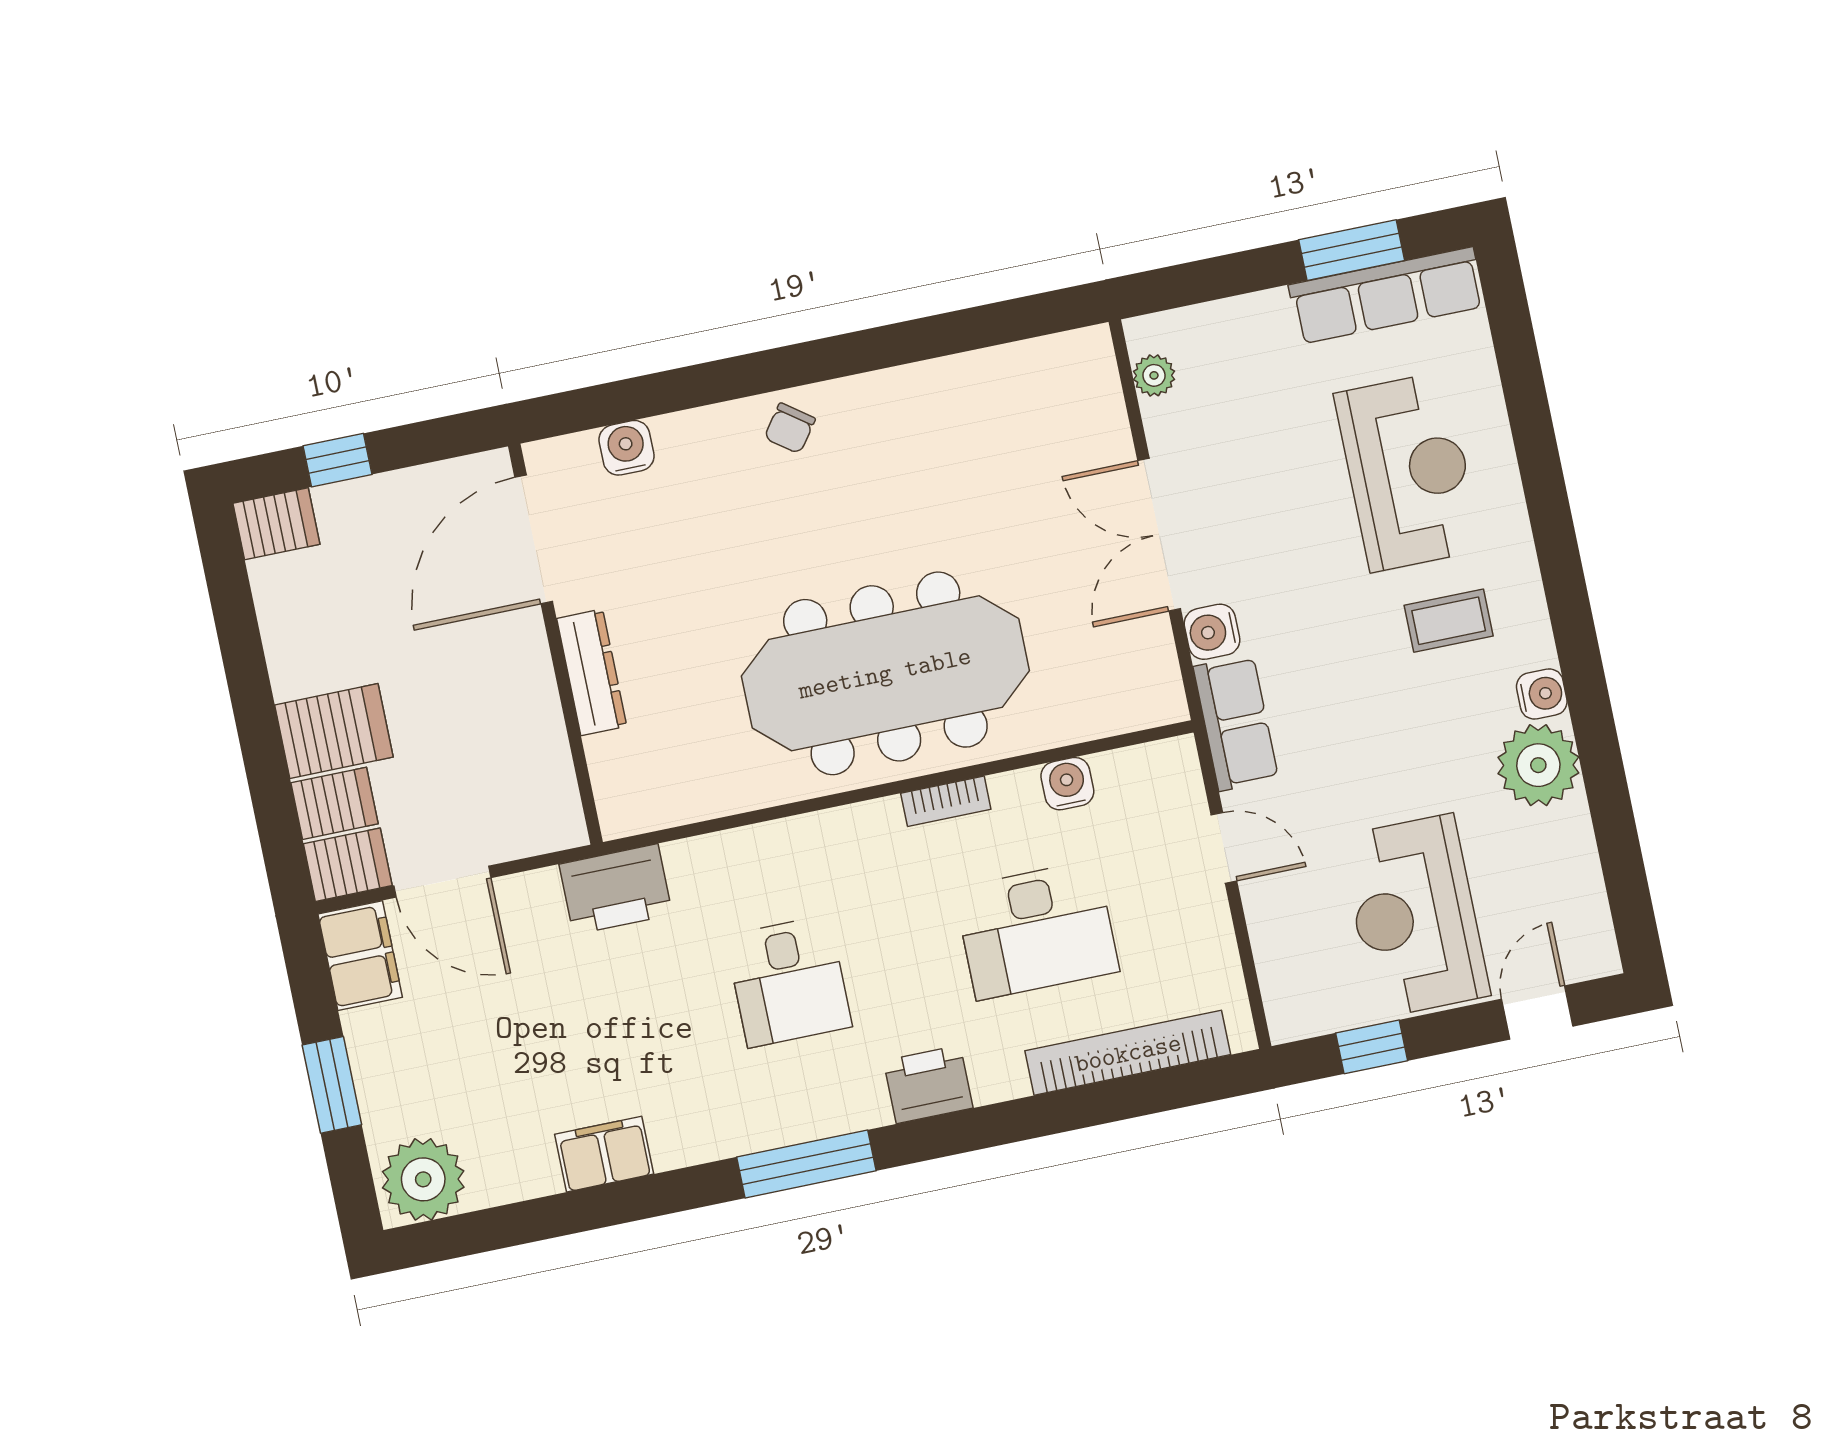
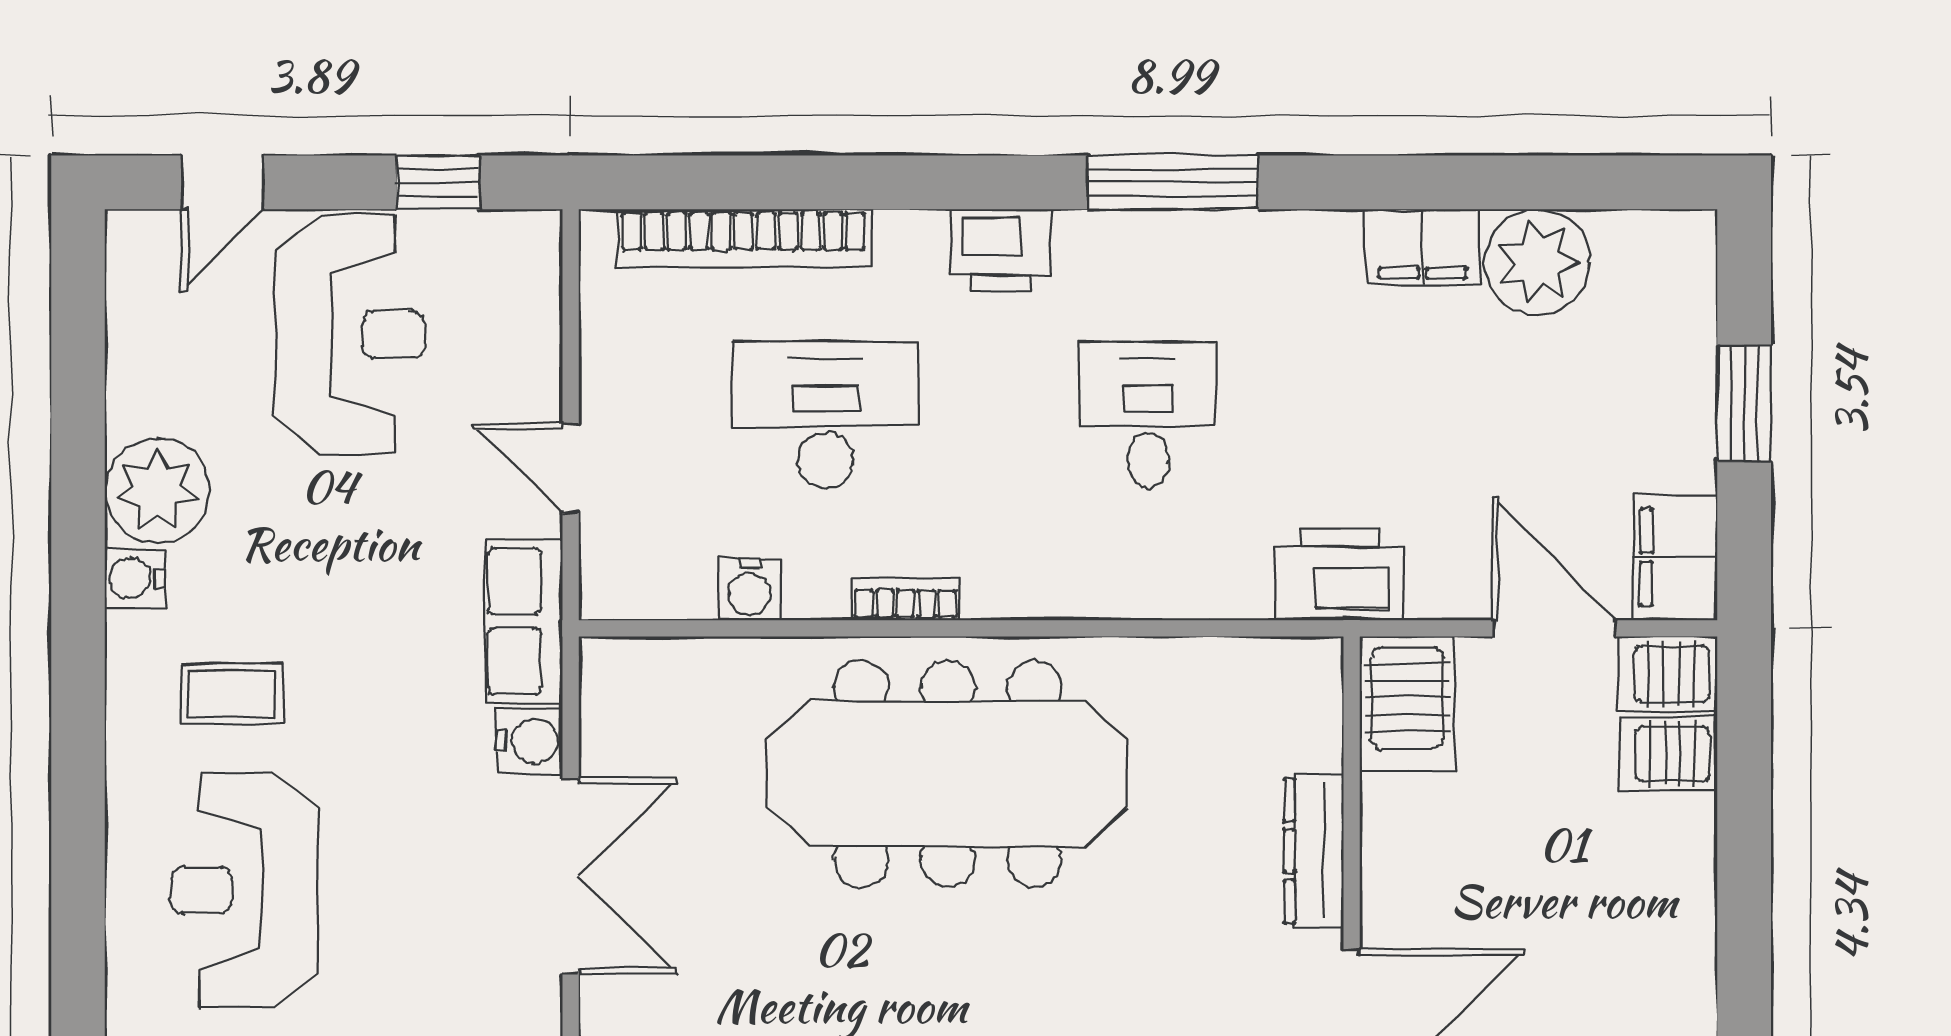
server rack: (334, 731) -> (1408, 703), moved, turned -90
plant: (423, 1179) -> (1537, 262), moved

